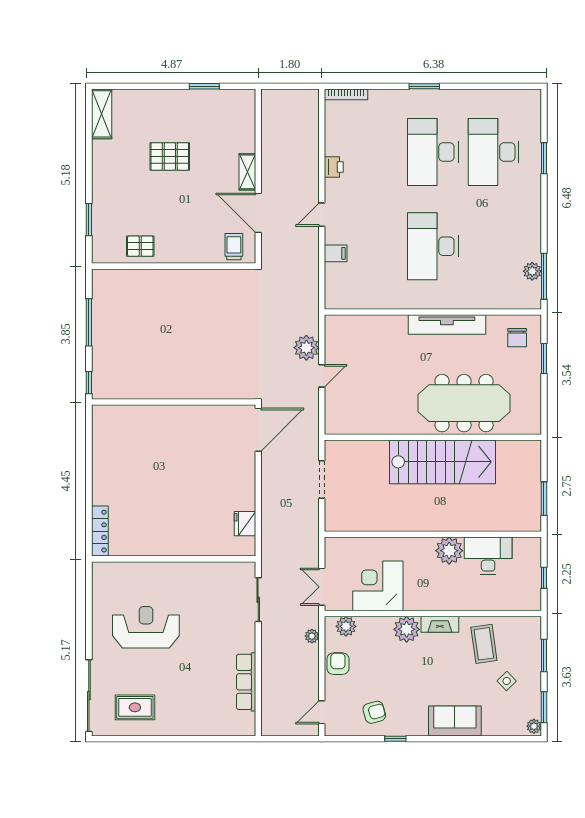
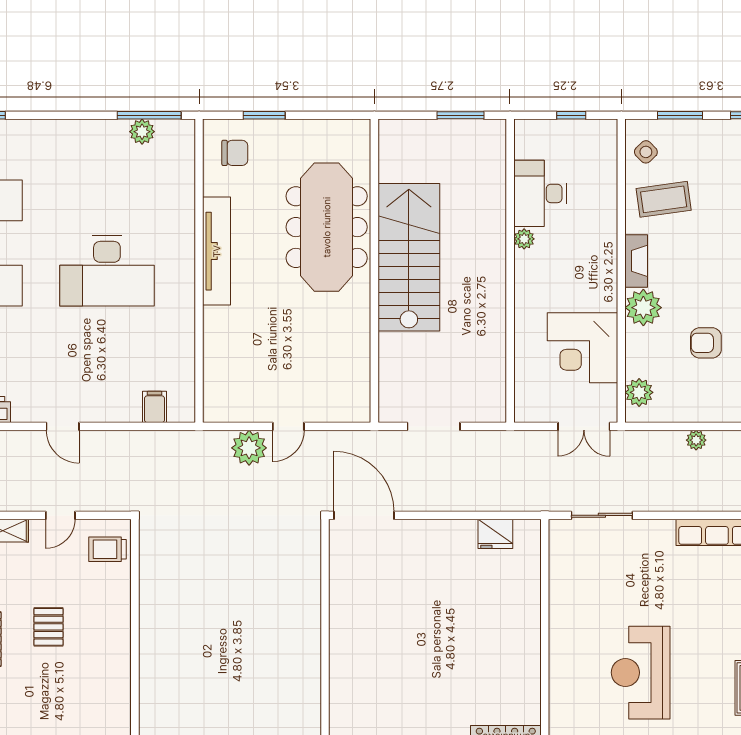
door: (258, 213) -> (60, 515), width x0.53
pallet: (140, 246) -> (48, 627), moved
filing cabinet: (336, 253) -> (154, 407), moved
door: (322, 376) -> (288, 426), swing flipped
plant: (449, 551) -> (524, 239), width x0.53, depth x0.53
plant: (312, 636) -> (696, 440), moved
armchair: (338, 664) -> (706, 343), moved
side table: (507, 681) -> (646, 152), moved

